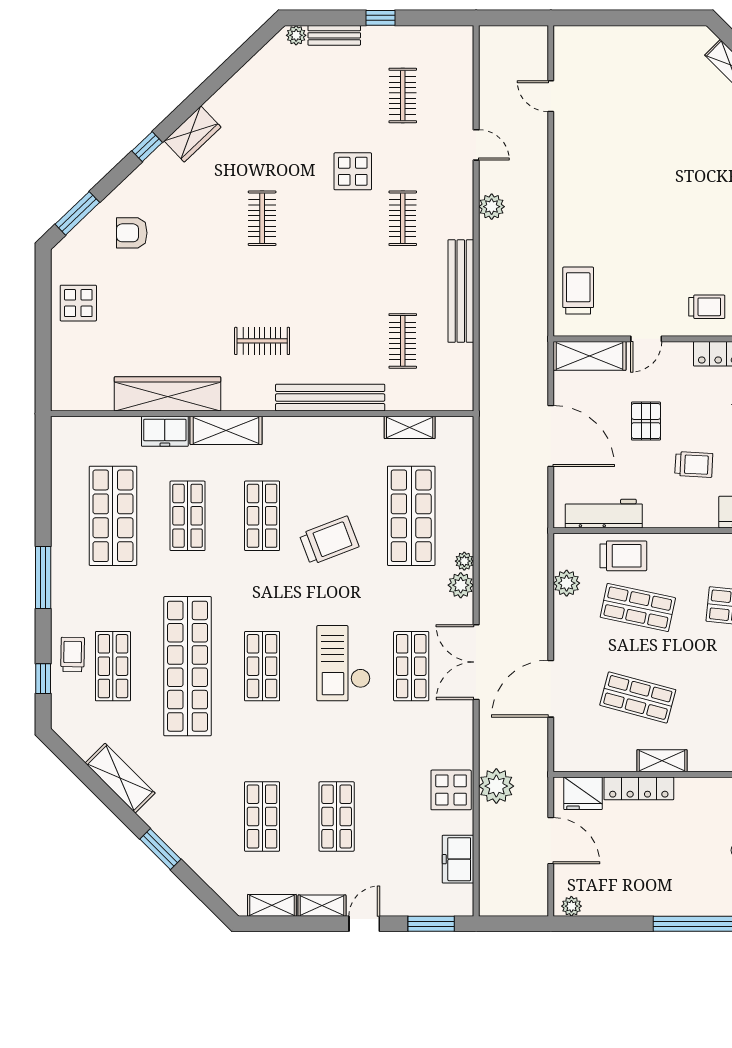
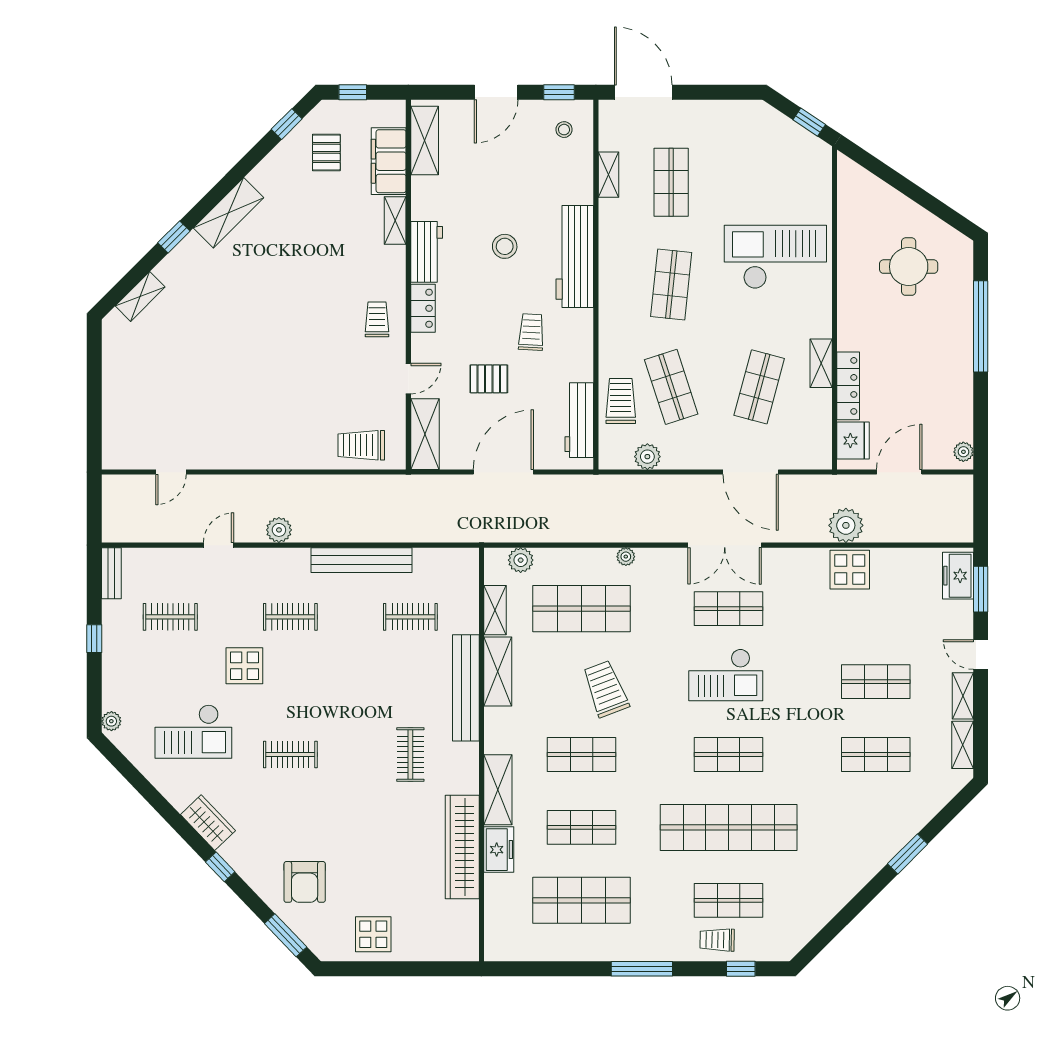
bench: (334, 35) -> (111, 573), moved
checkout: (286, 119) -> (193, 731), added
armchair: (132, 233) -> (305, 882), width x1.38, depth x1.38
door: (646, 339) -> (408, 379), hinge flipped
plant: (461, 585) -> (521, 560), moved
shop shelf: (638, 607) -> (671, 387), turned -30
shelving: (120, 778) -> (498, 671), moved, turned -45
freezer: (458, 859) -> (958, 576), moved, turned 90

